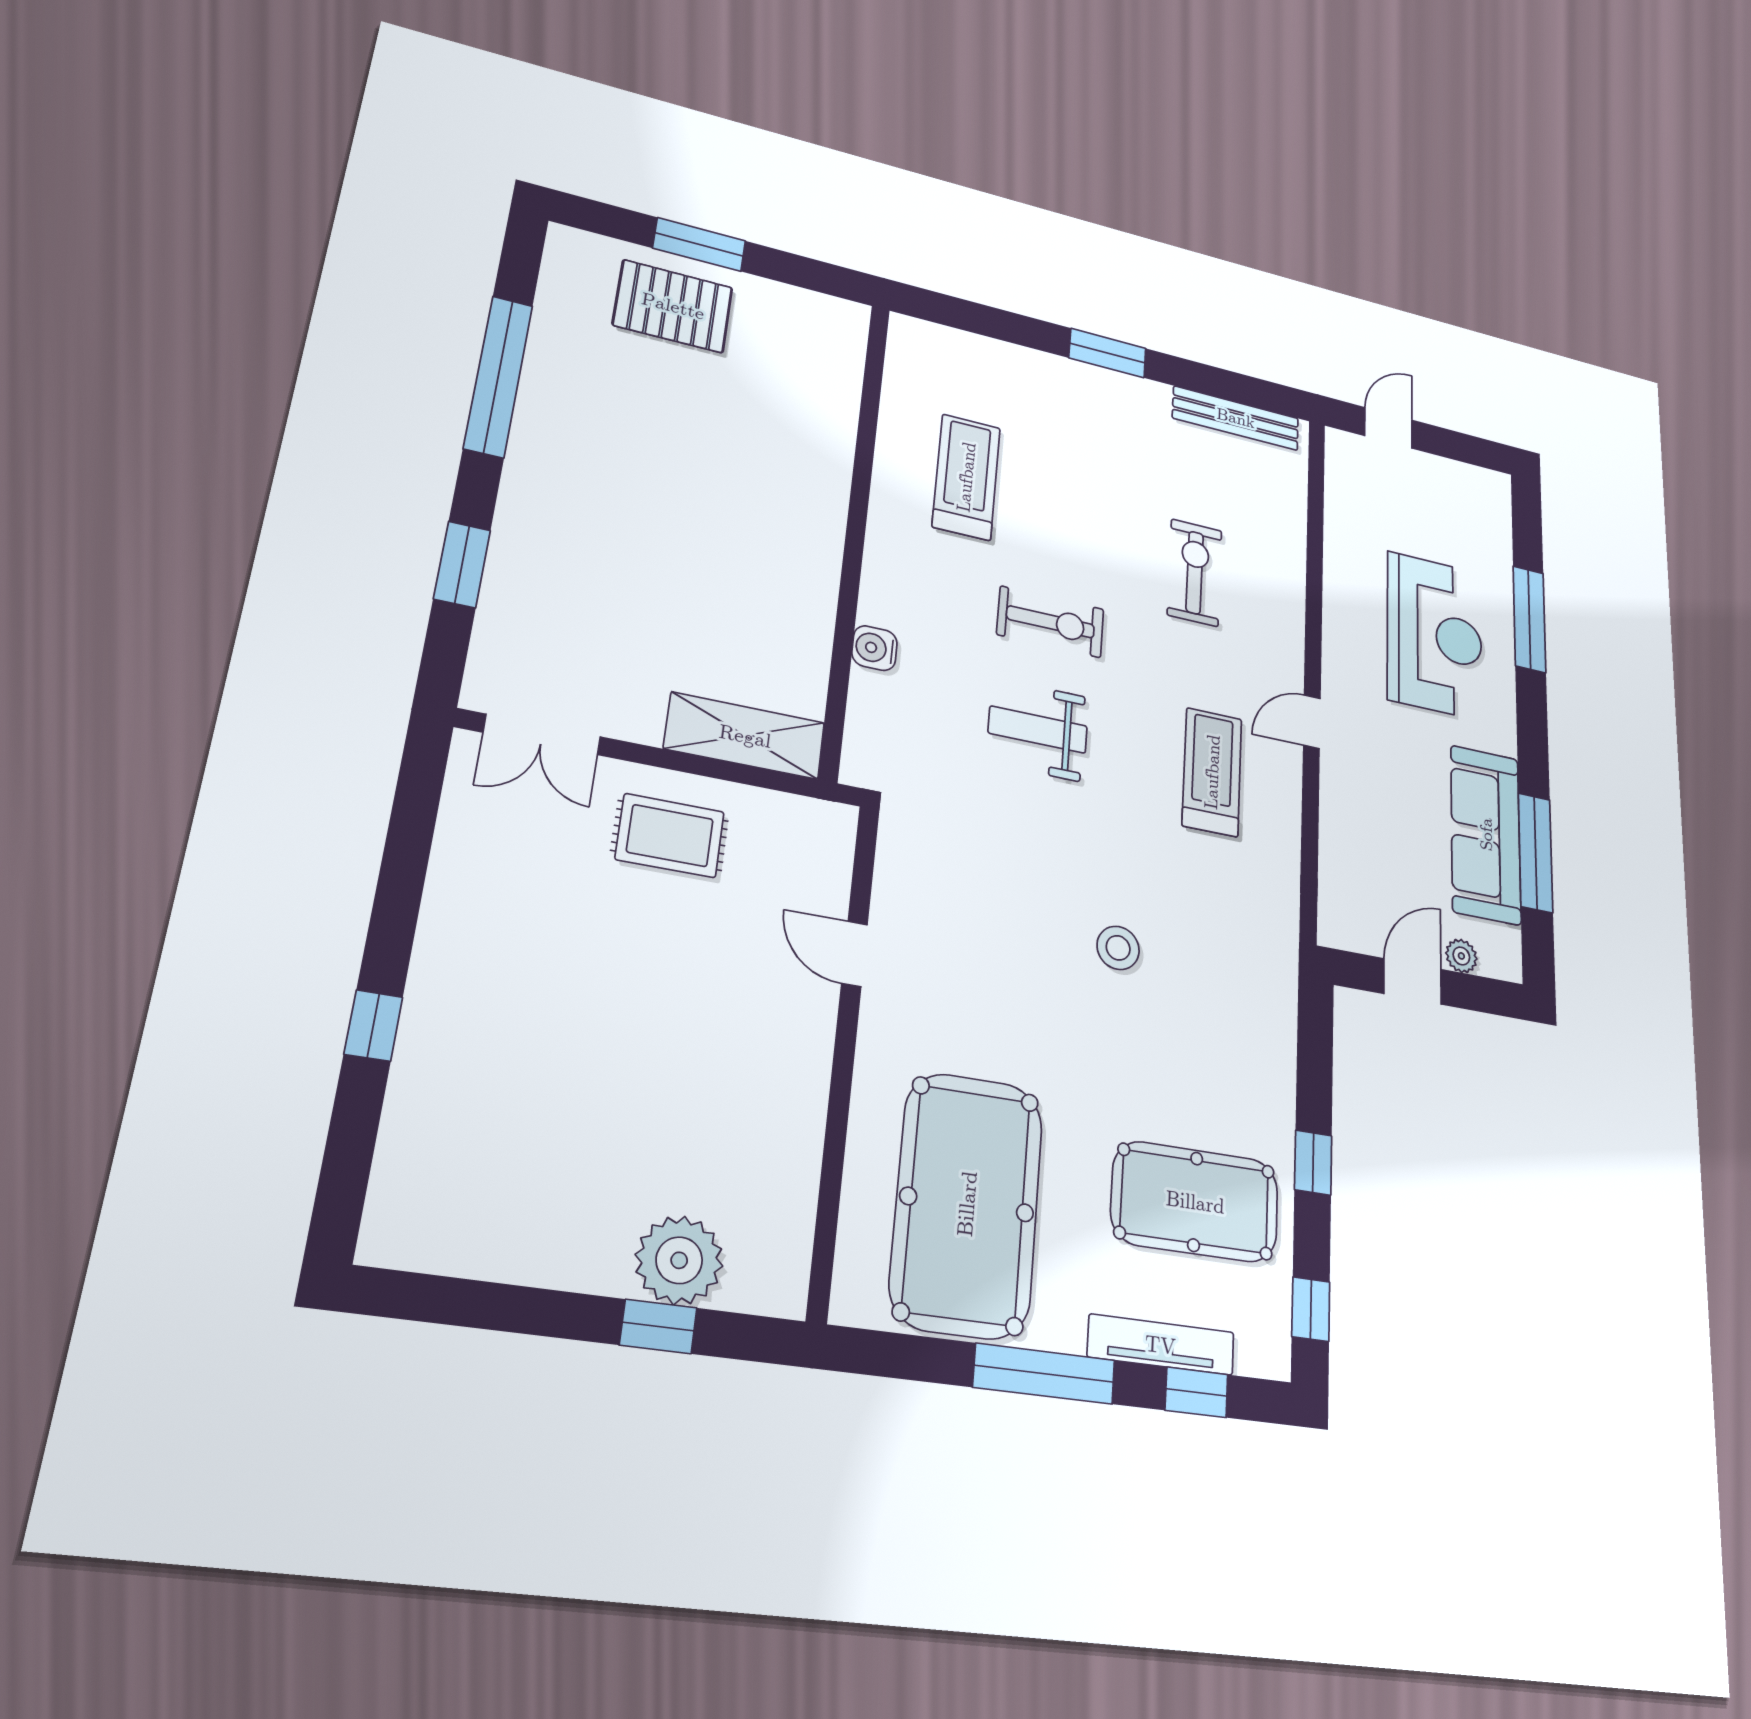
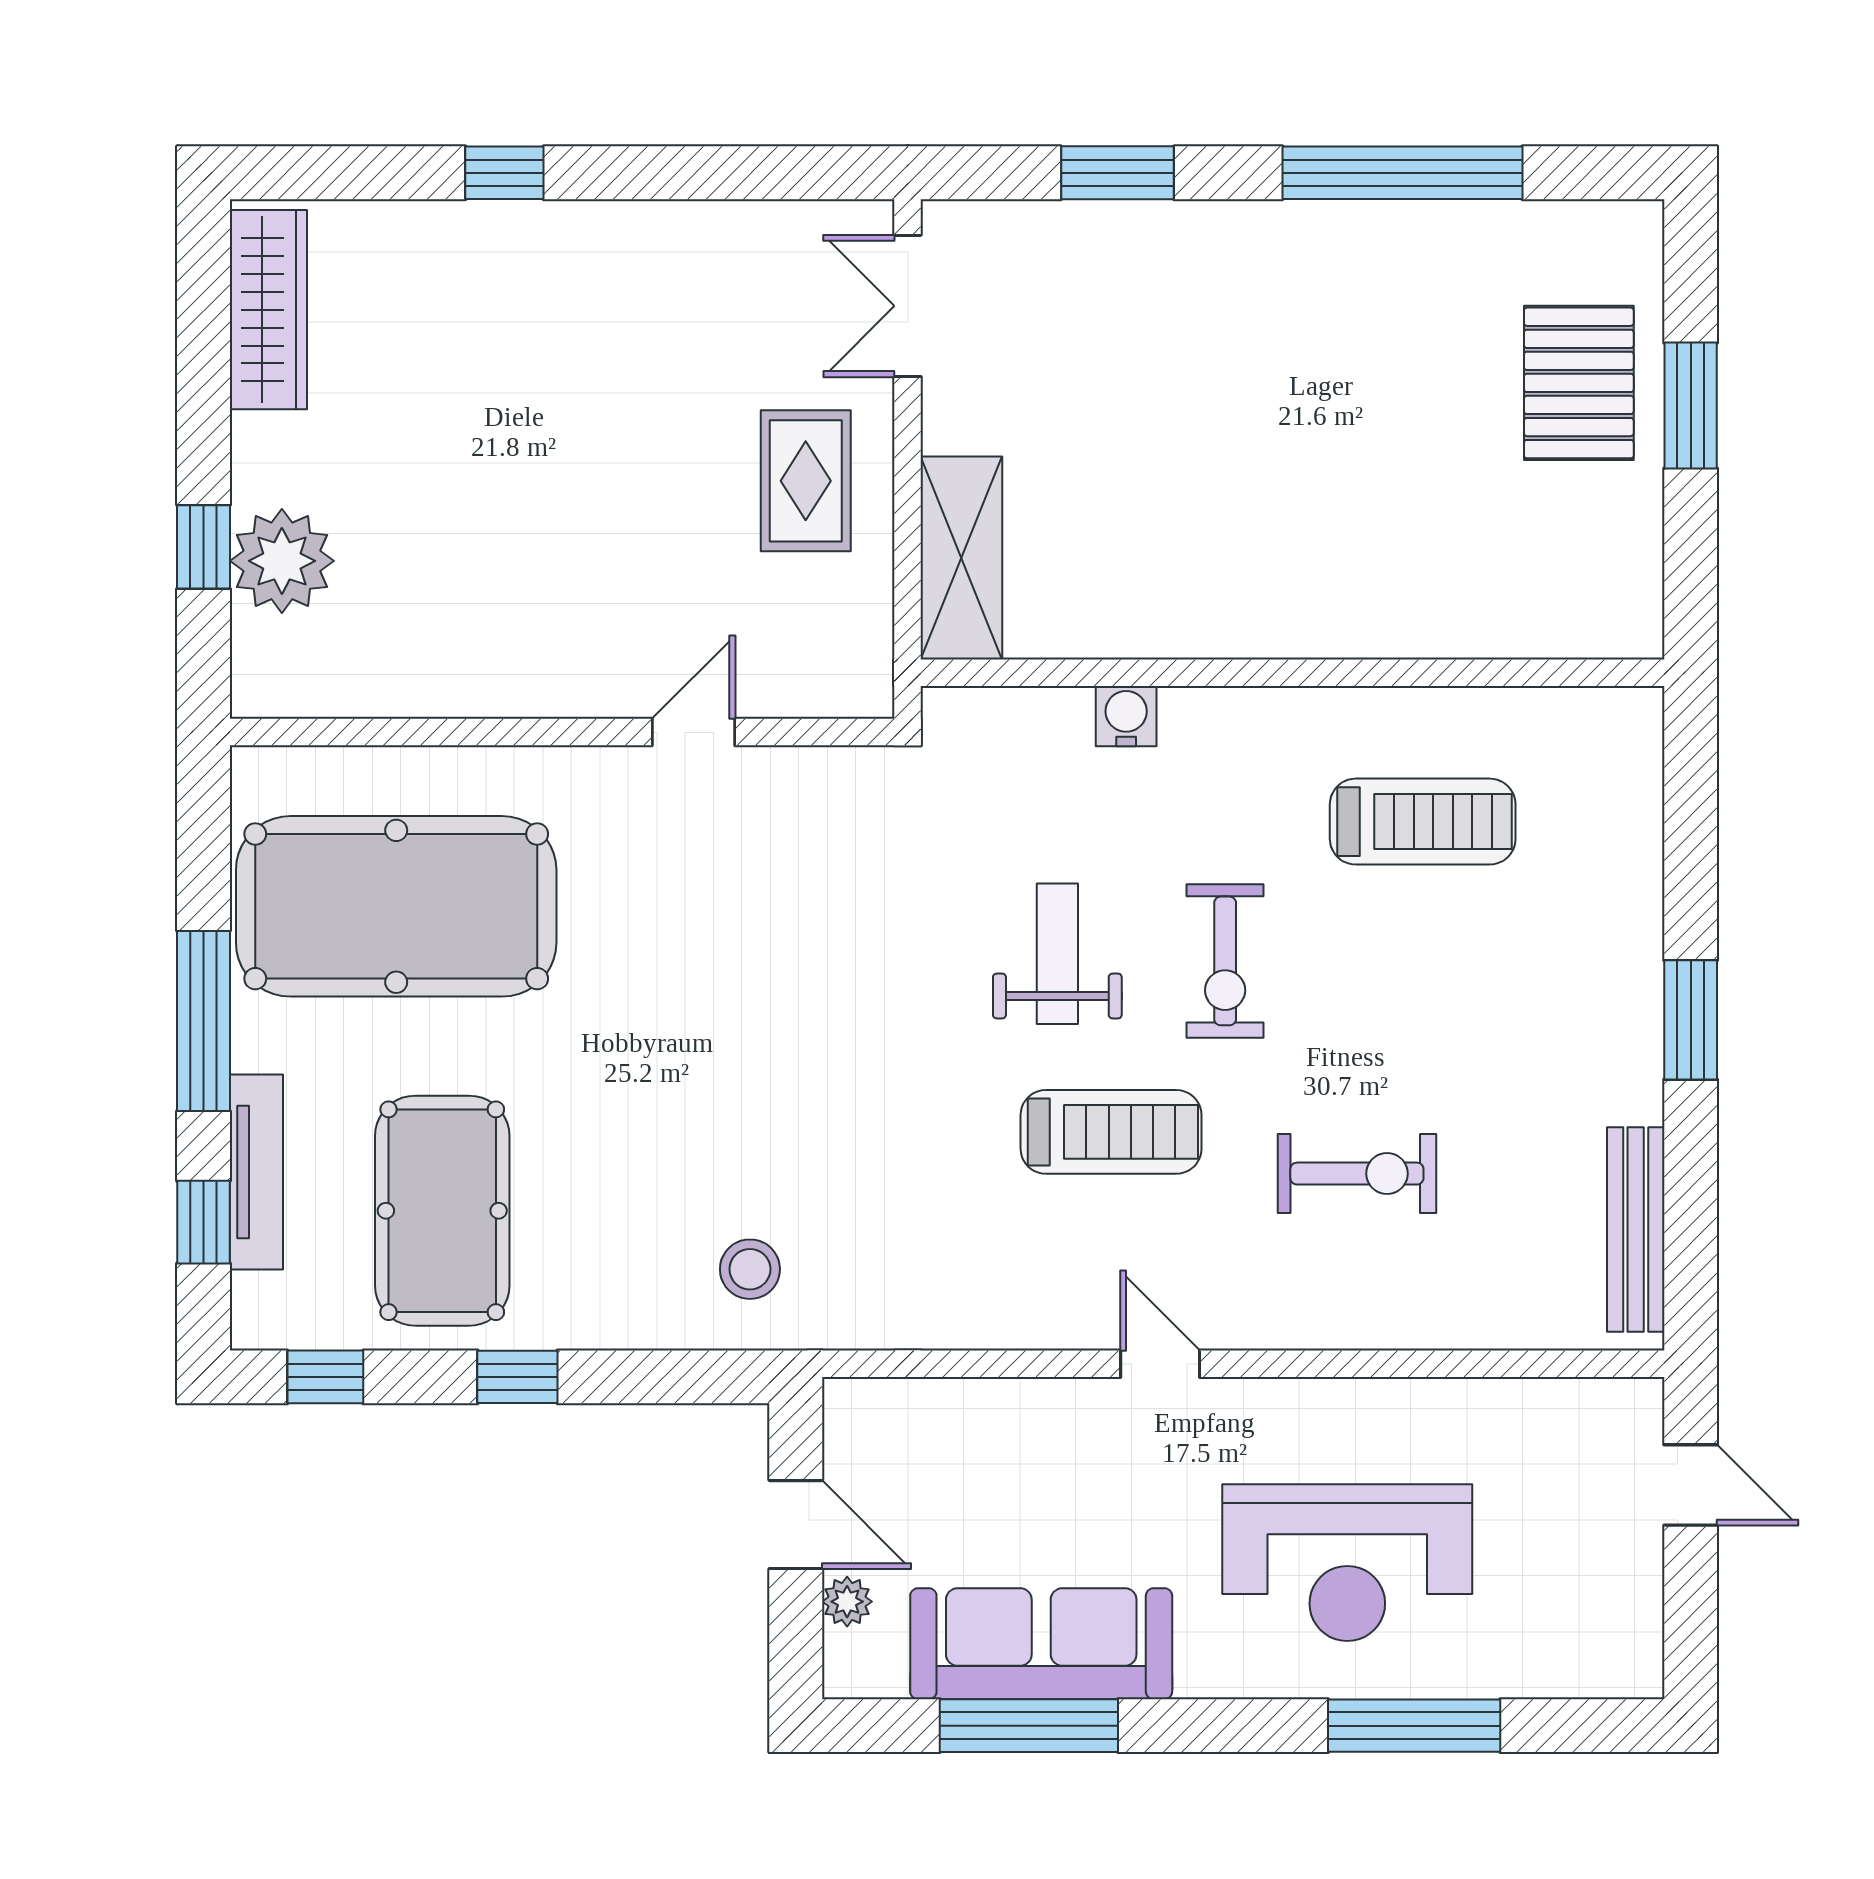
treadmill: (1212, 772) -> (1111, 1132), moved
stool: (1118, 948) -> (750, 1269), moved
wardrobe: (459, 1243) -> (268, 310), added

